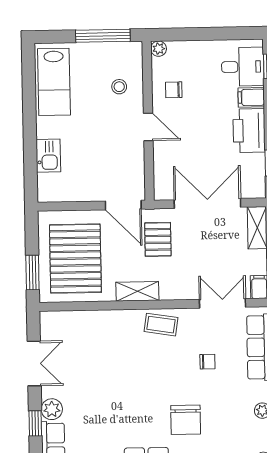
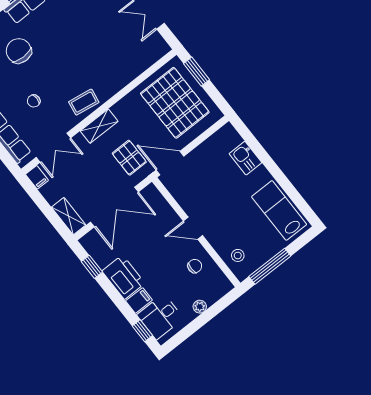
plant: (159, 49) -> (200, 307), moved
stool: (119, 87) -> (238, 255), moved
shelving: (137, 291) -> (99, 126), moved

